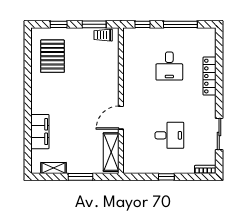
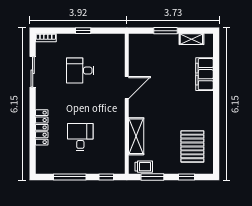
shelving: (111, 152) -> (136, 136), moved

